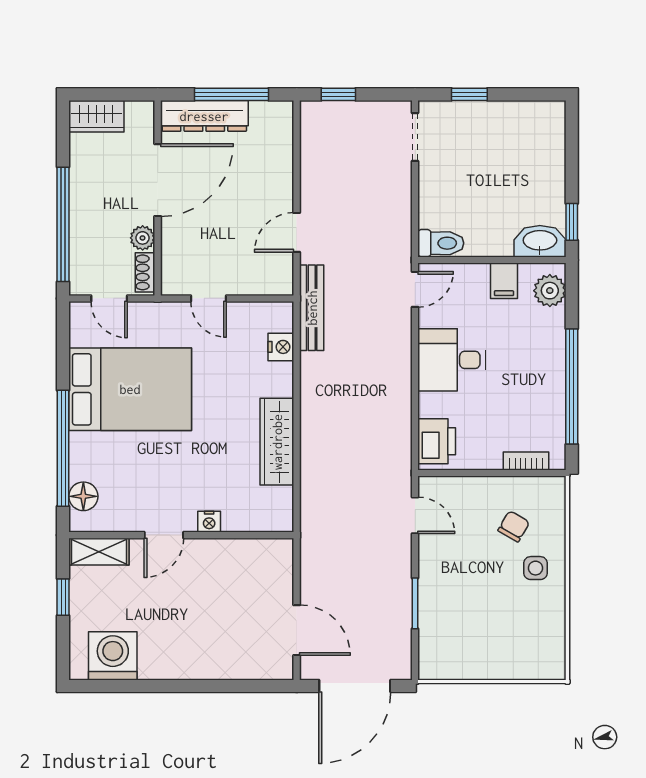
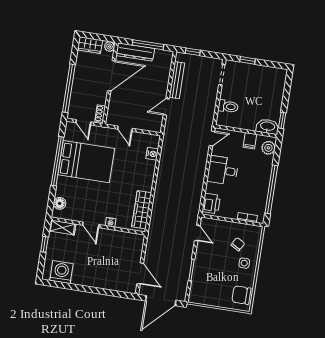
plant: (143, 238) -> (110, 47), moved
toilet: (441, 243) -> (228, 106), moved
bench: (312, 308) -> (177, 80), moved
wardrobe: (277, 442) -> (142, 210), moved
window: (63, 448) -> (57, 161), moved
door: (164, 535) -> (91, 225), hinge flipped
chair: (541, 644) -> (241, 295), added

